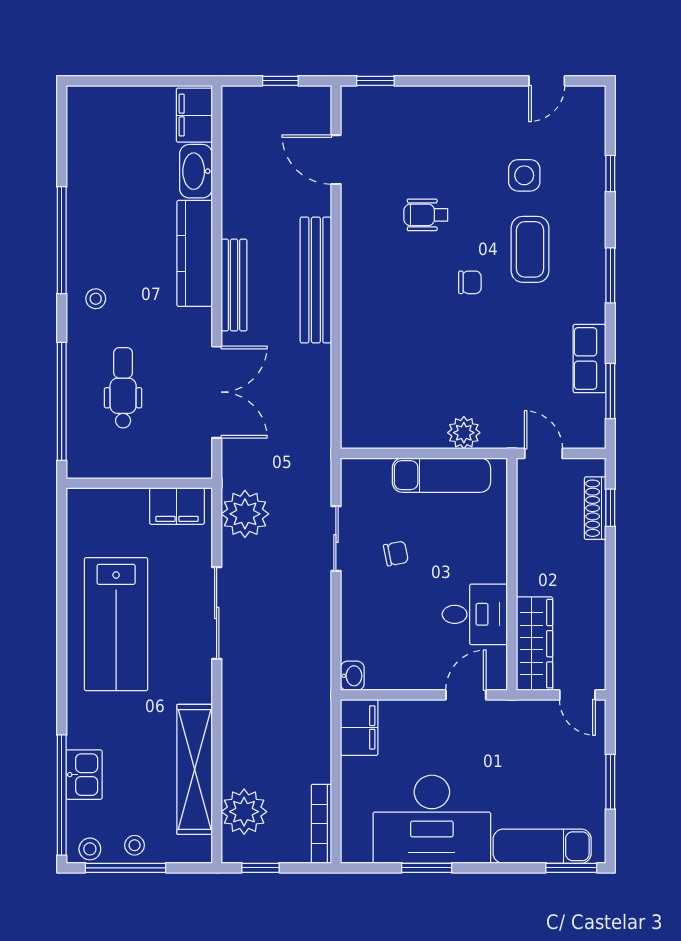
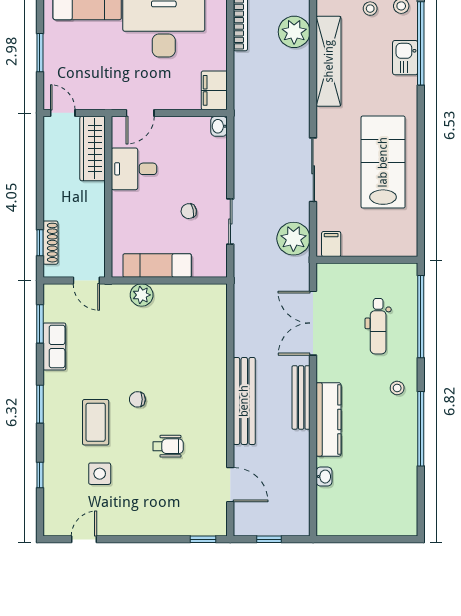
filing cabinet: (194, 115) -> (329, 516), removed
washbasin: (196, 171) -> (324, 477), width x0.52, depth x0.69
filing cabinet: (177, 506) -> (331, 244), width x0.50

